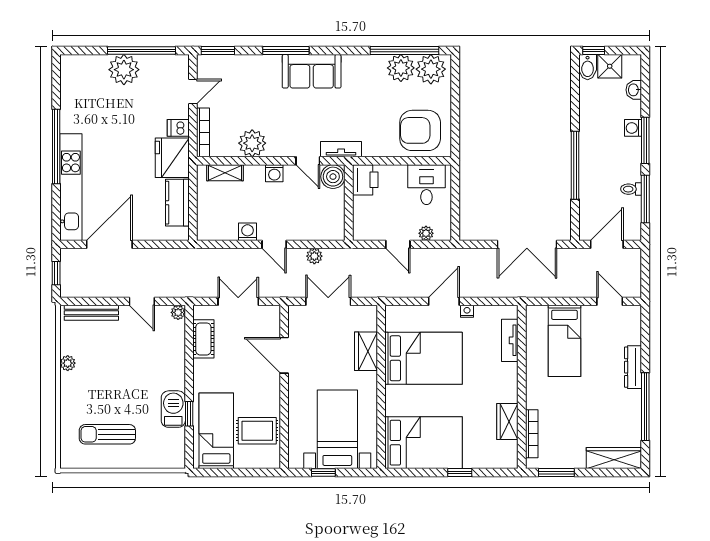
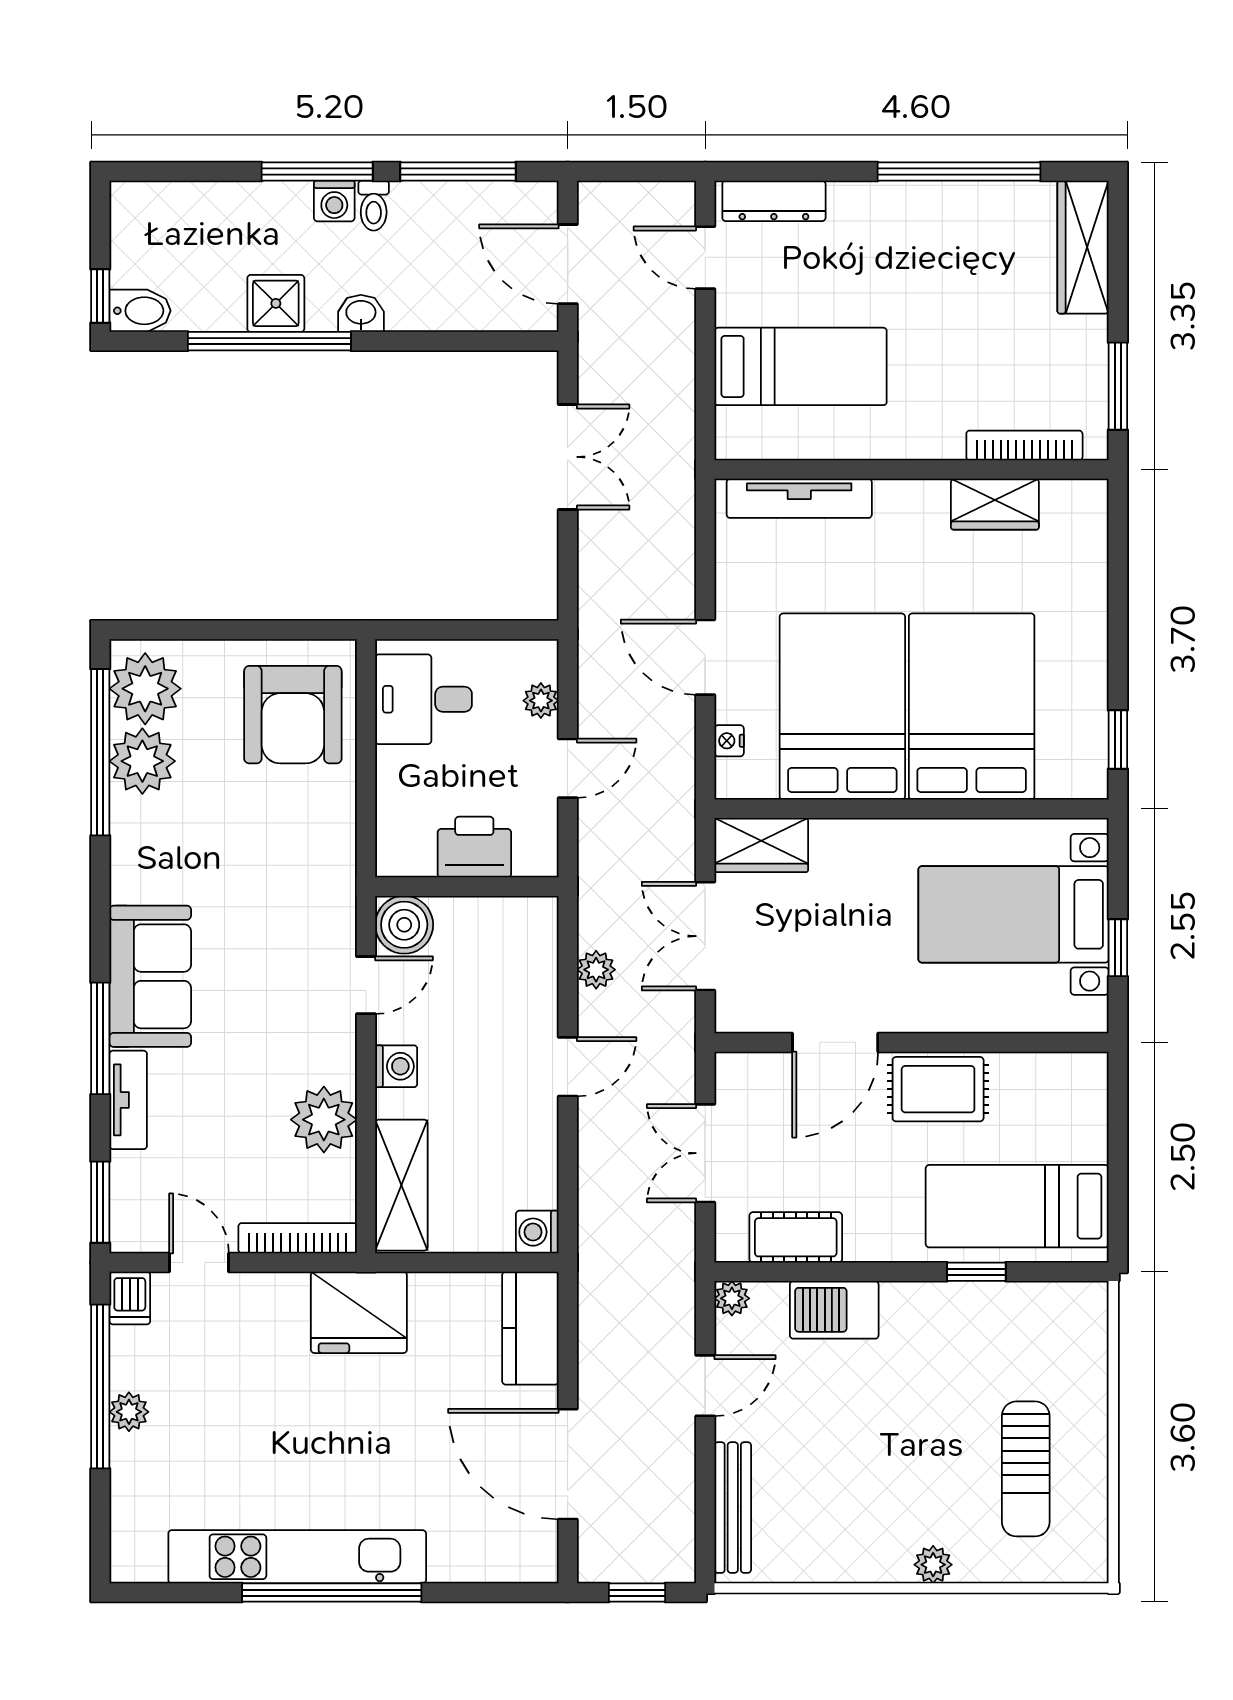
shower: (610, 66) -> (276, 303), moved
plant: (124, 70) -> (129, 1412), width x0.53, depth x0.53
washbasin: (634, 90) -> (361, 313), moved, turned 180
dishwasher: (178, 128) -> (130, 1298), moved
washing machine: (633, 128) -> (334, 201), moved
tv unit: (341, 149) -> (128, 1100), moved, turned 180
window: (575, 165) -> (269, 341), moved
shelving: (225, 173) -> (401, 1185), width x1.50, depth x1.33
printer: (365, 180) -> (474, 847), moved
kitchen unit: (71, 187) -> (297, 1557), moved
toilet: (631, 189) -> (374, 206), moved
kitchen counter: (177, 203) -> (530, 1328), moved, turned 90
washing machine: (248, 232) -> (537, 1232), moved
double door: (527, 244) -> (568, 457), width x0.73
door: (610, 301) -> (705, 258), hinge flipped
nightstand: (467, 311) -> (729, 741), moved
tv unit: (510, 340) -> (799, 498), width x1.41
wardrobe: (366, 351) -> (761, 845), moved
plant: (68, 363) -> (933, 1565), moved
dresser: (633, 367) -> (774, 201), moved
barbecue: (173, 409) -> (834, 1310), moved
rug: (257, 431) -> (938, 1089), moved, turned 90
bed: (423, 443) -> (972, 706), moved
window: (460, 472) -> (1118, 739), moved

